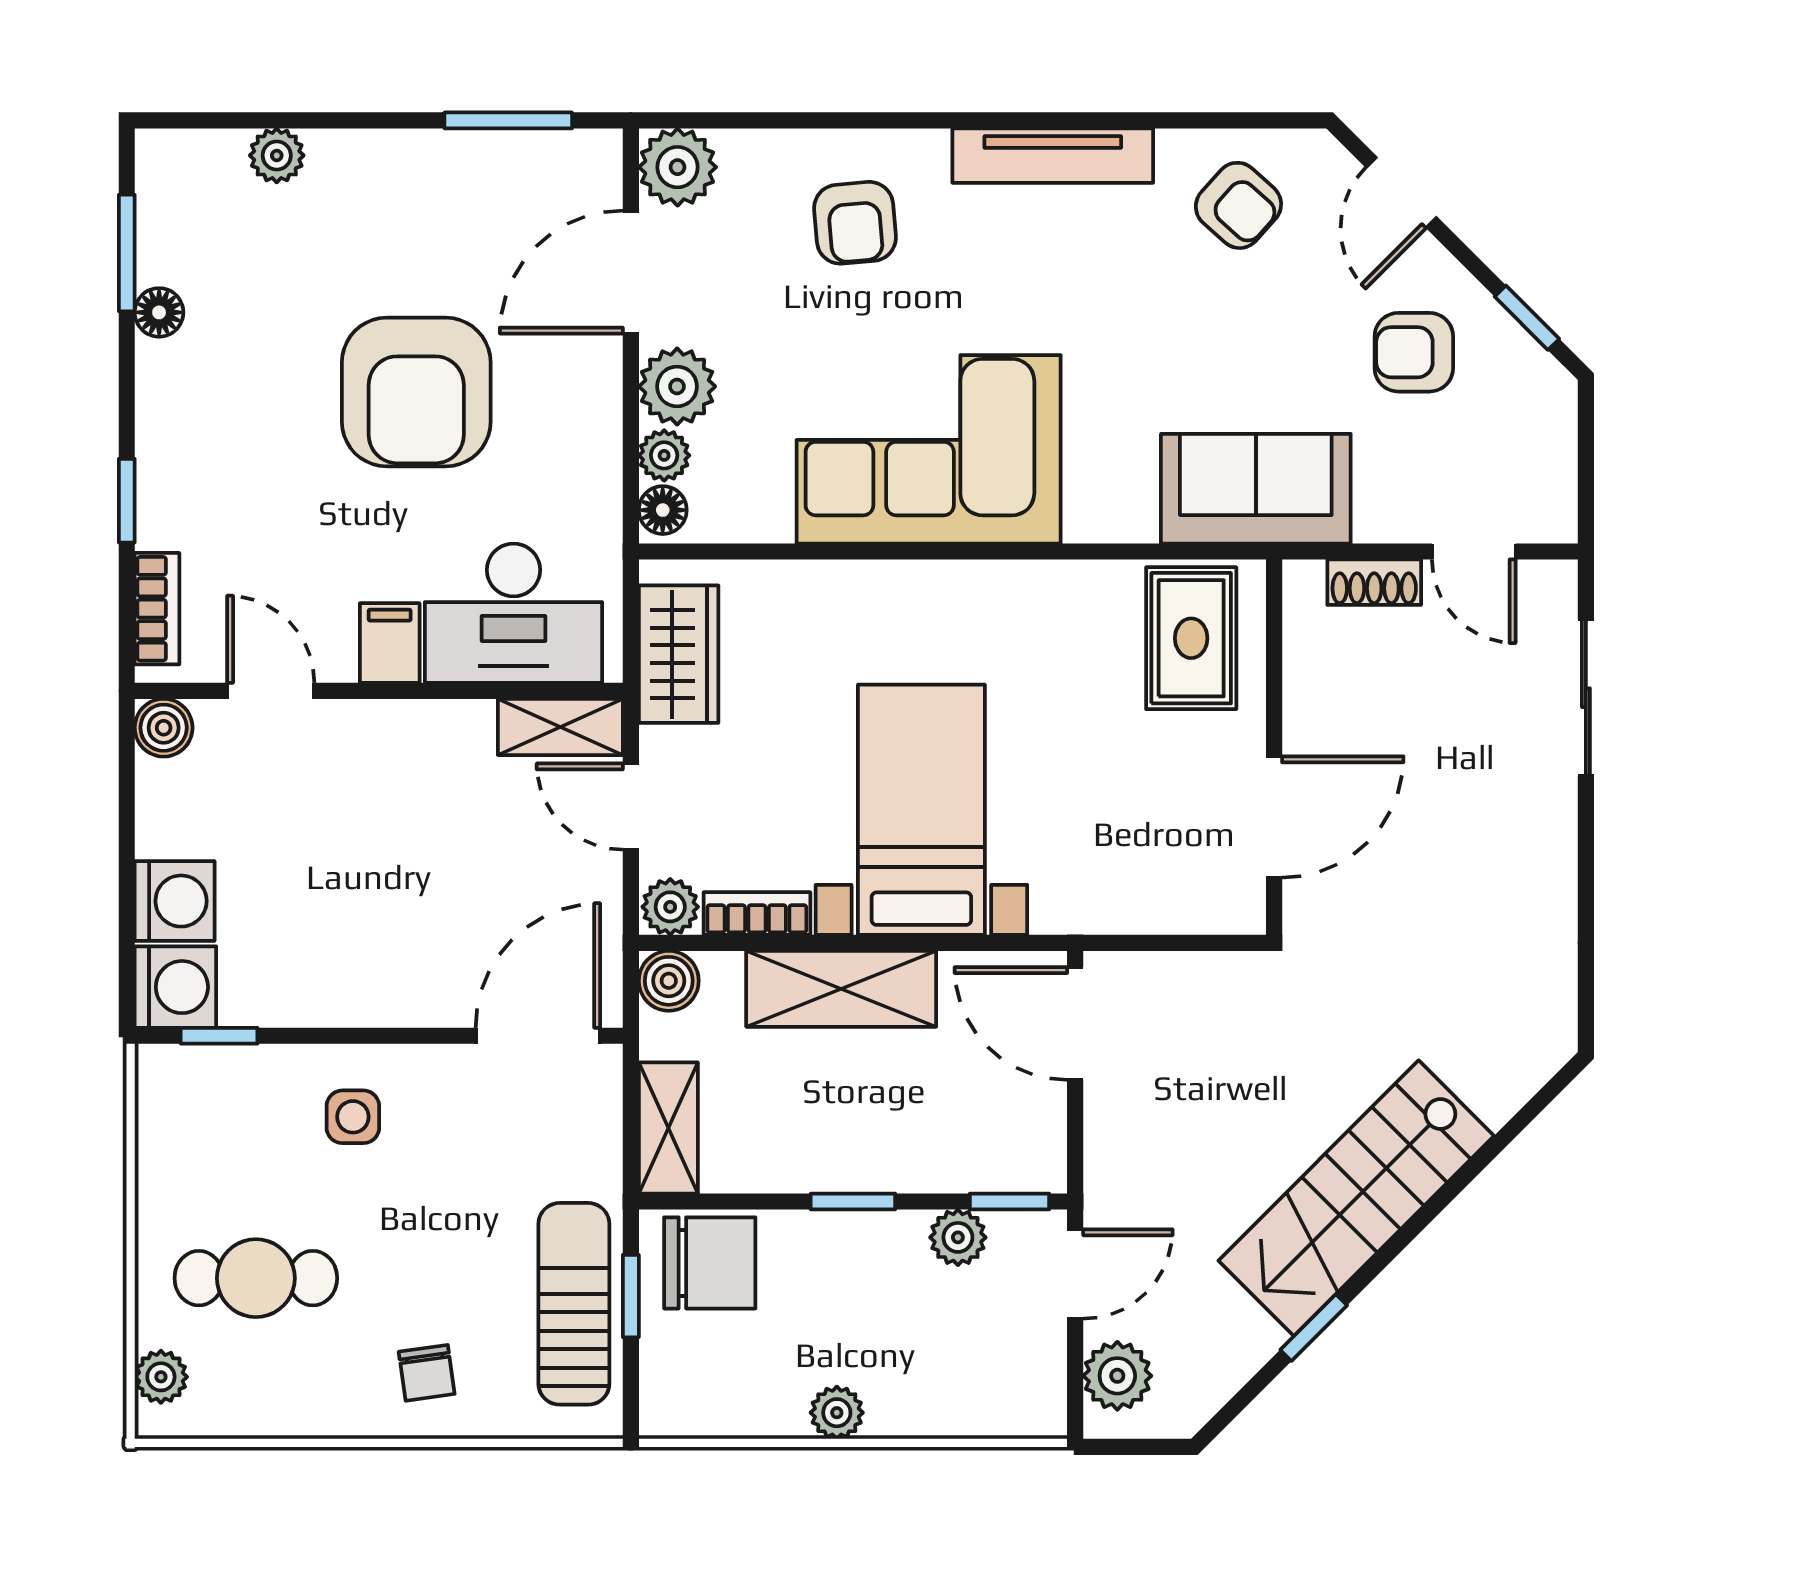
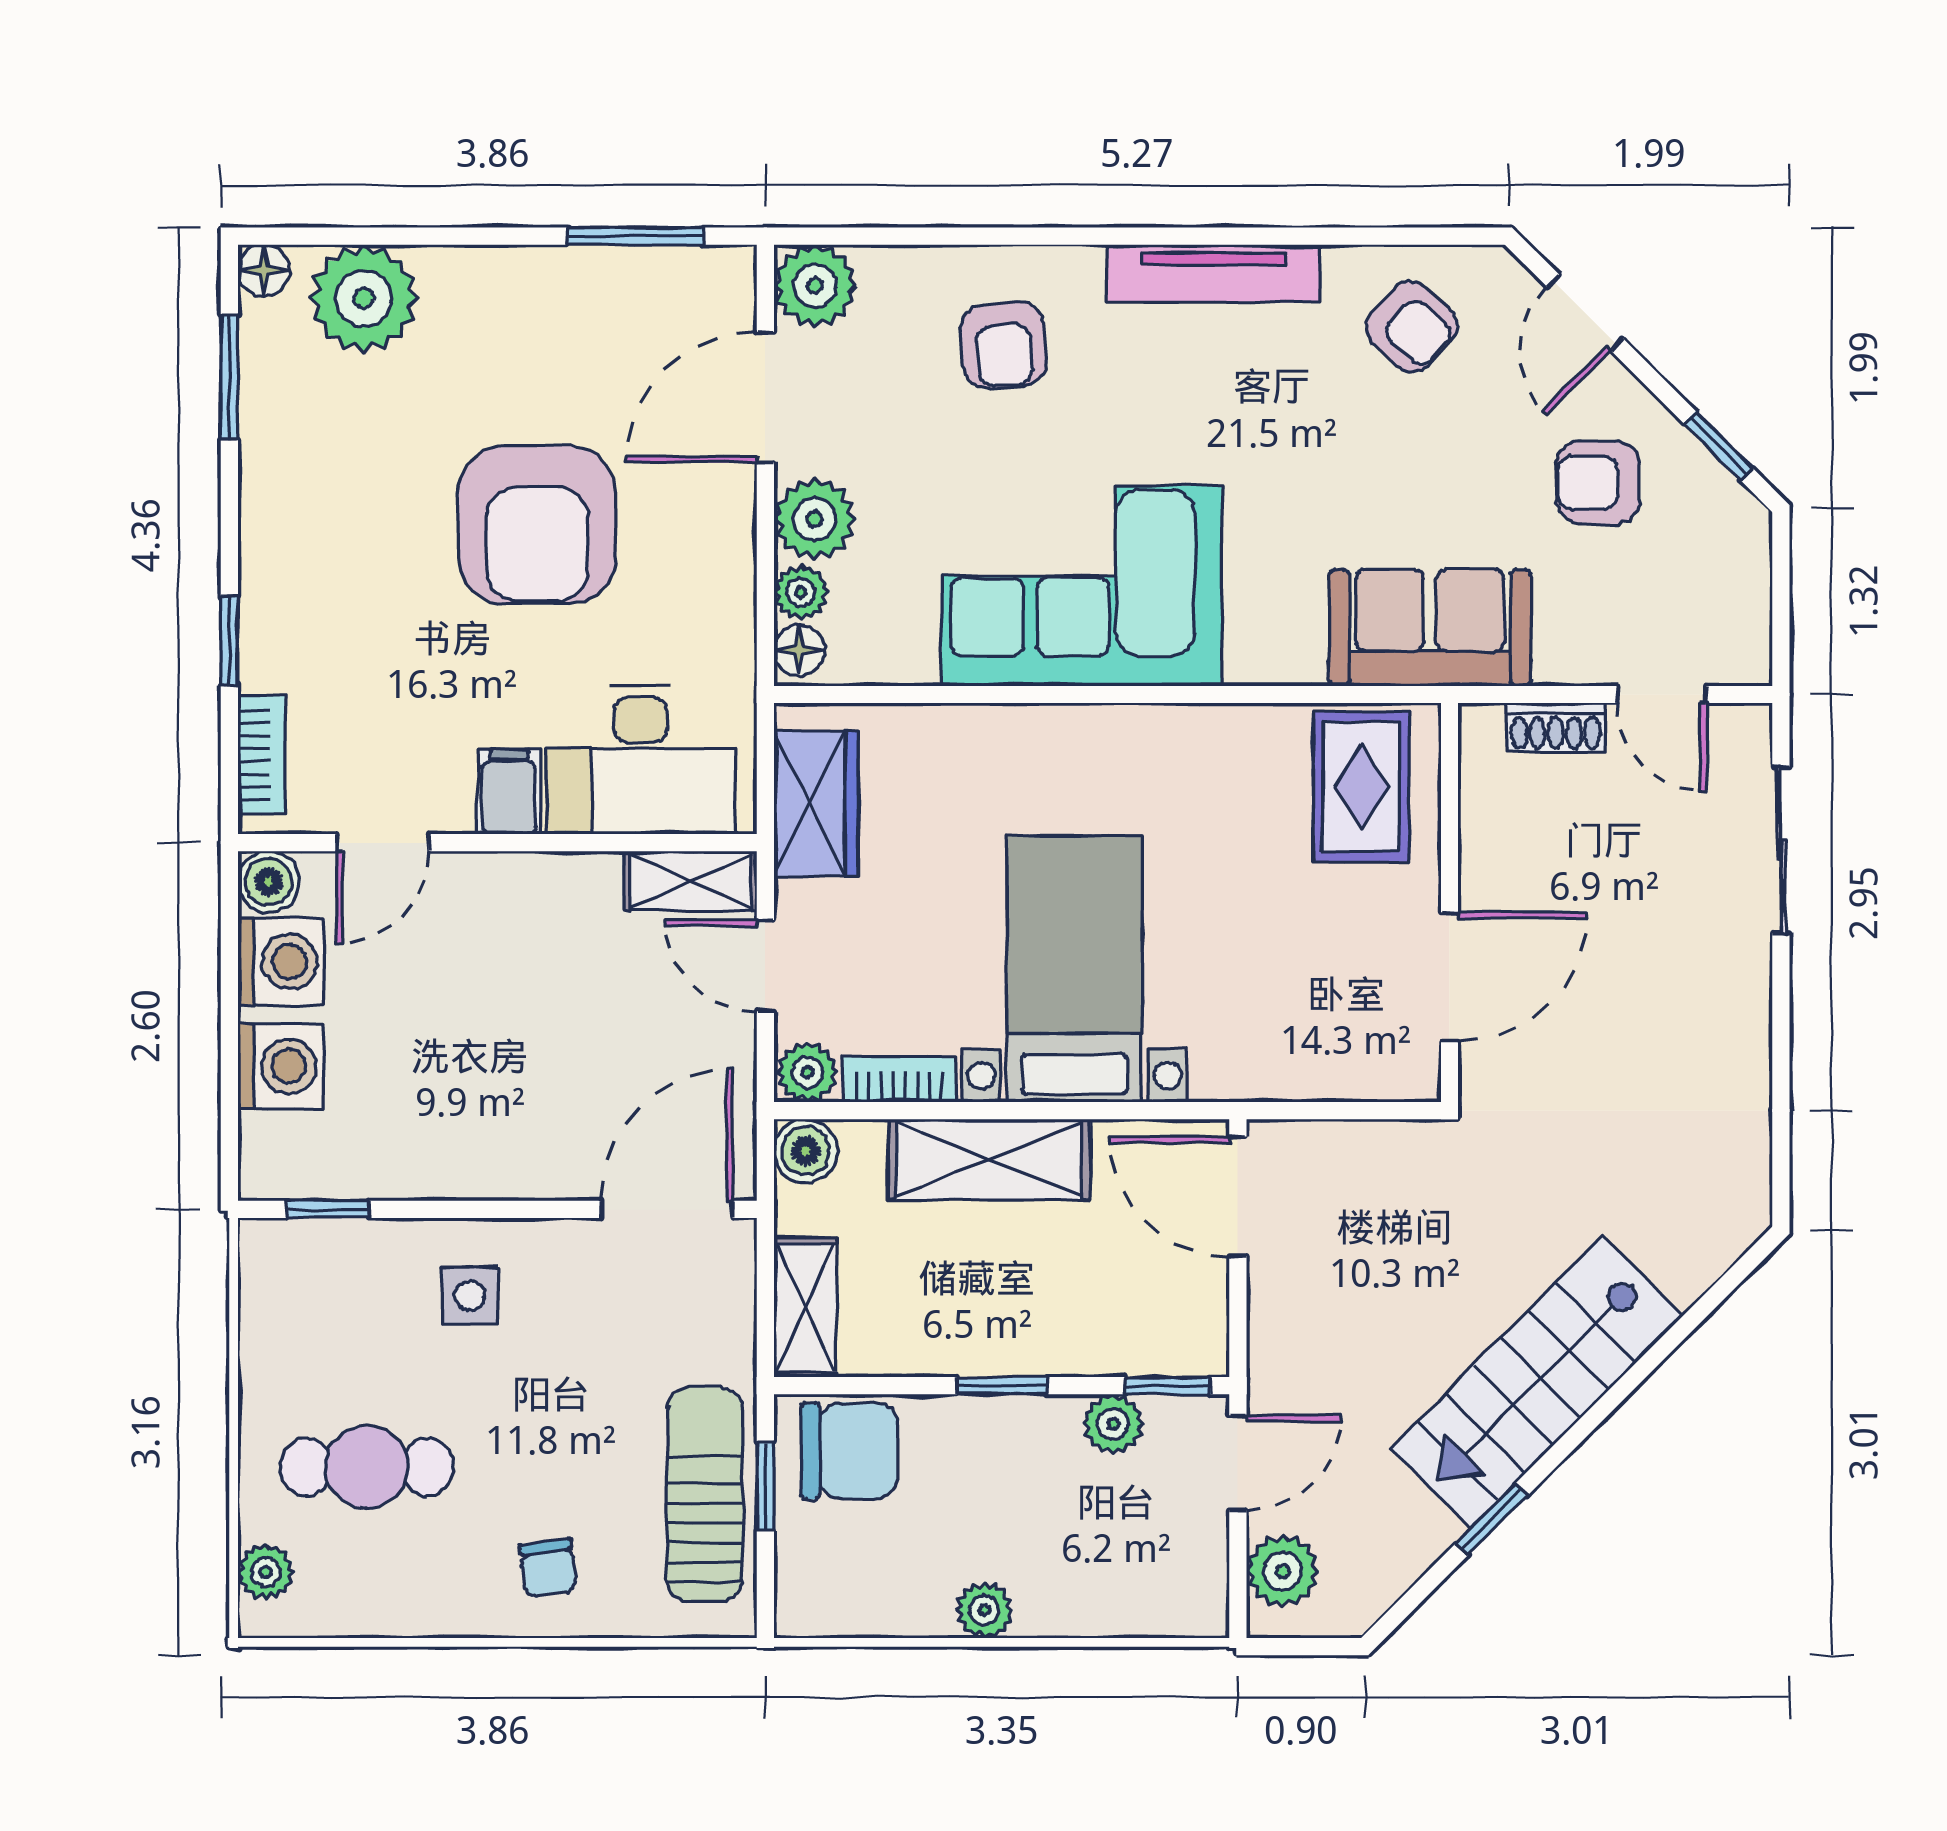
plant: (277, 155) -> (364, 299), width x1.88, depth x1.88
floor lamp: (159, 312) -> (264, 270), moved
door: (271, 691) -> (382, 843), swing flipped
washing machine: (175, 987) -> (281, 962), moved

